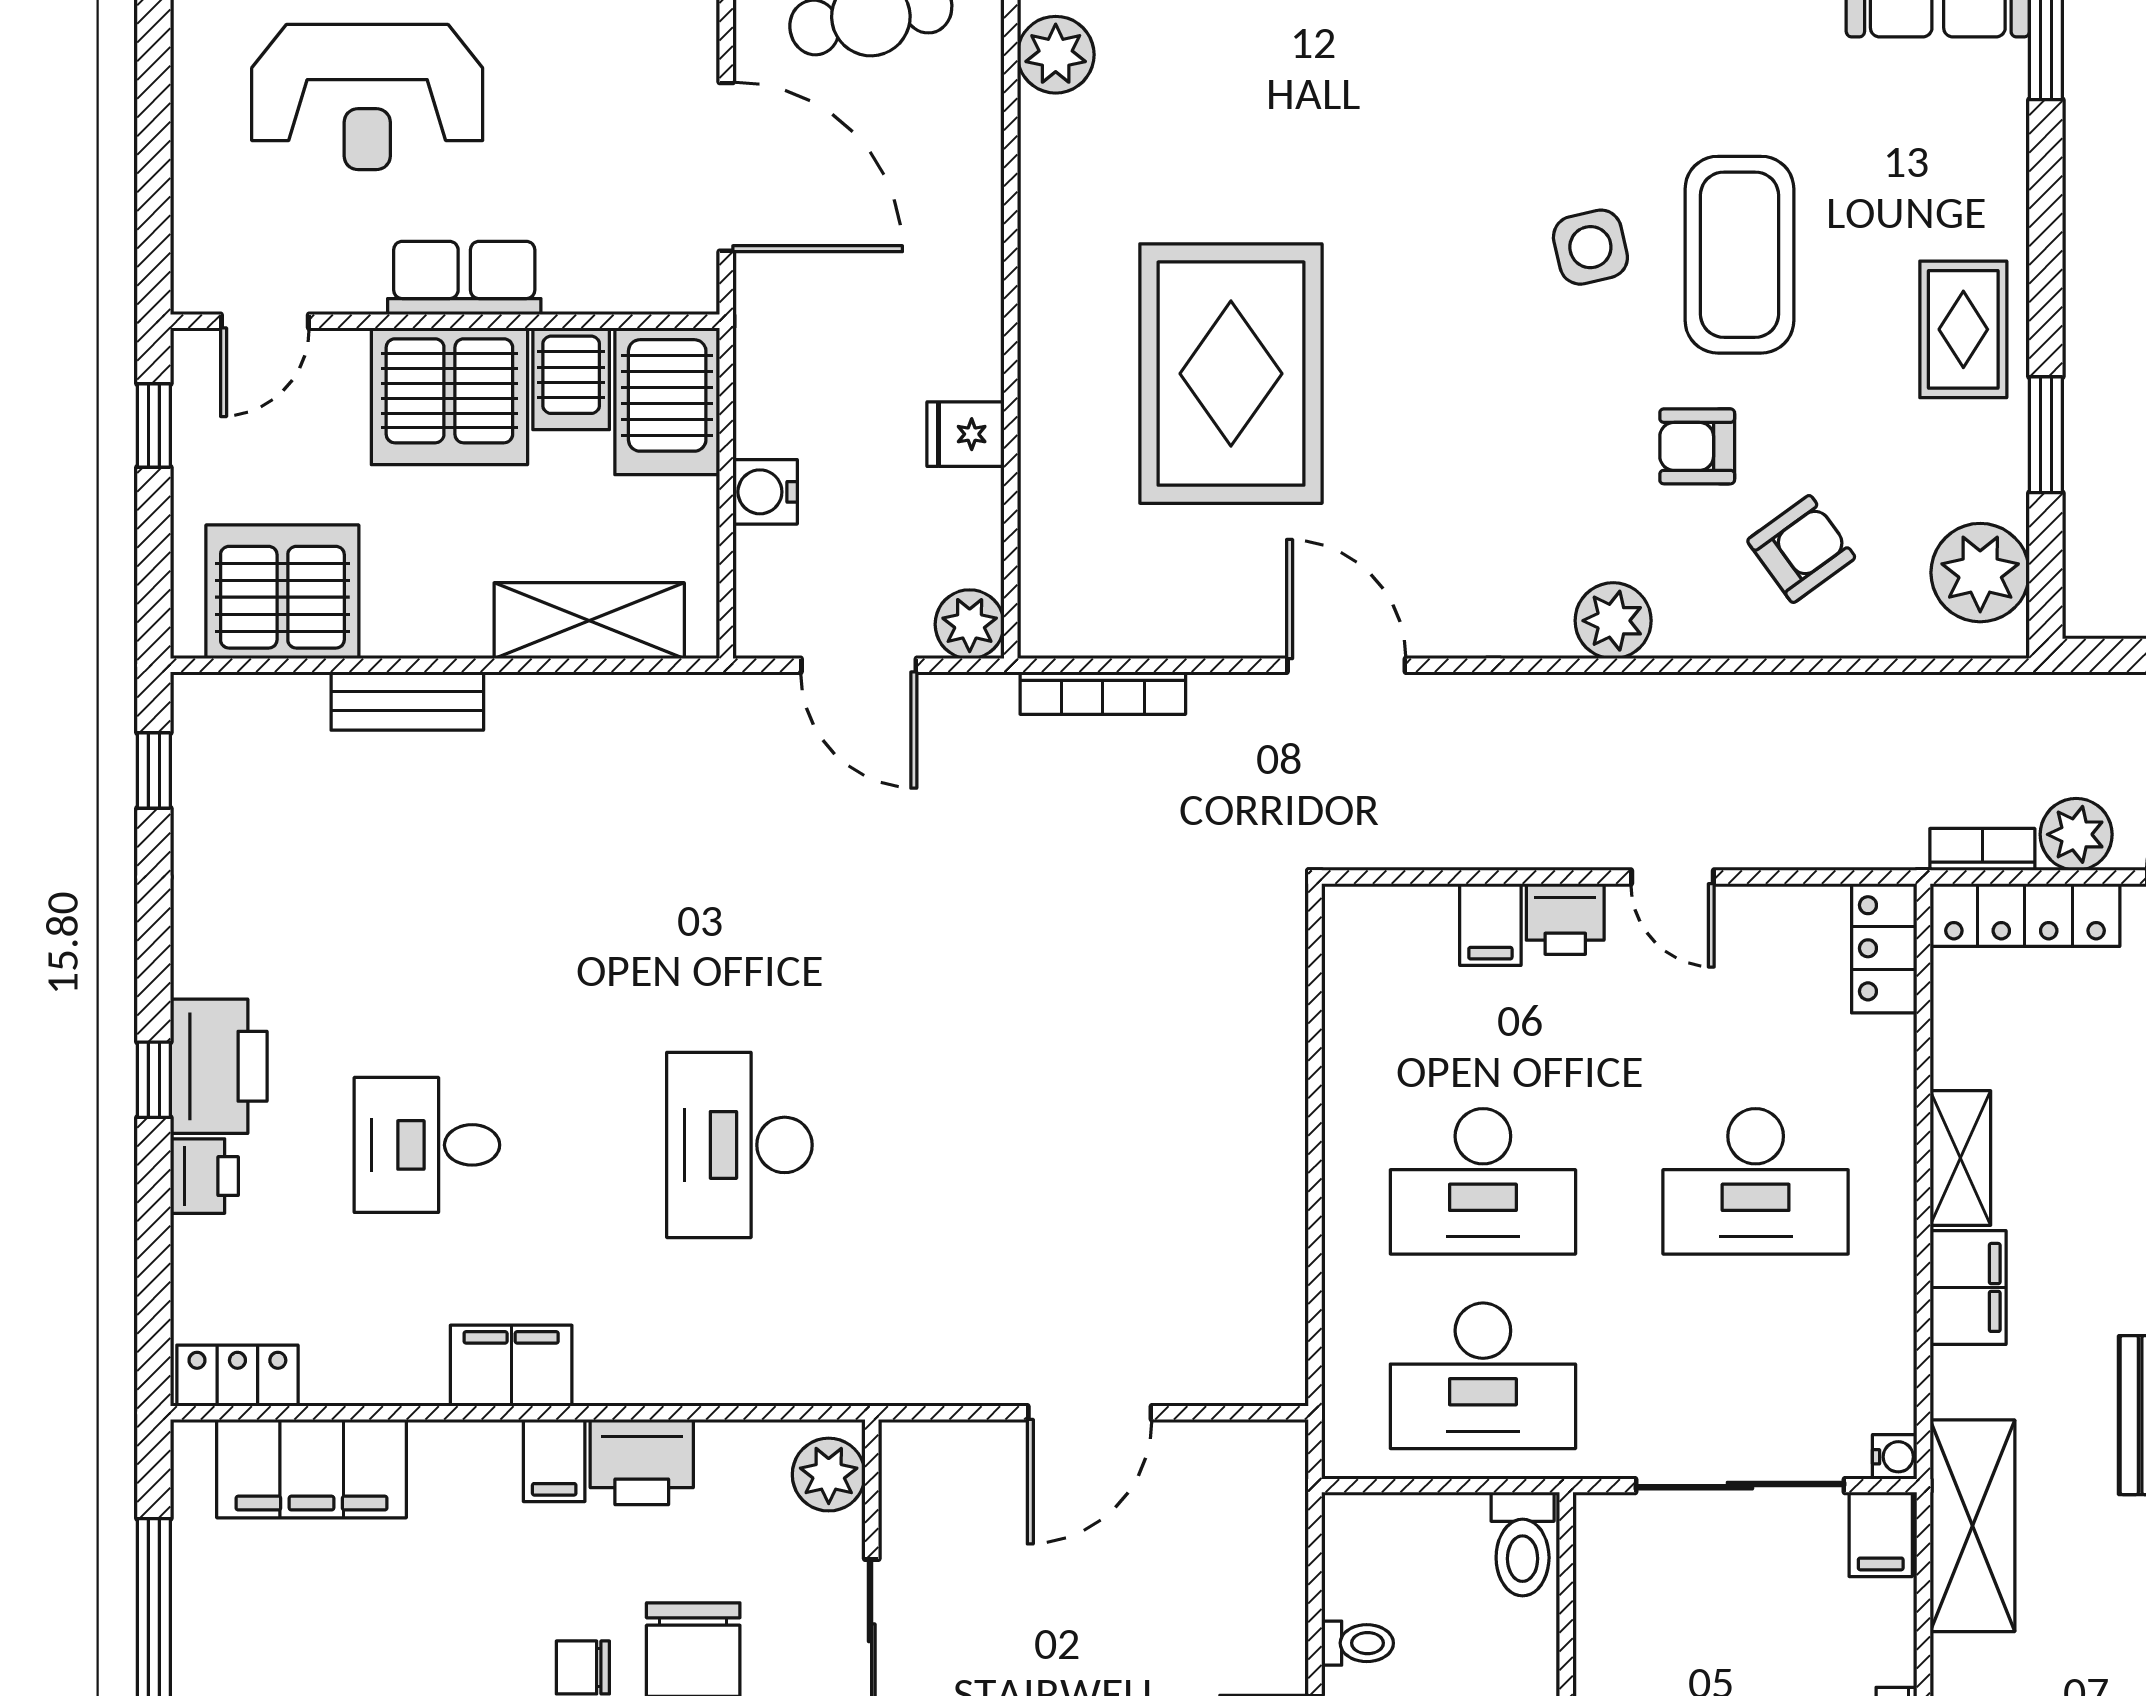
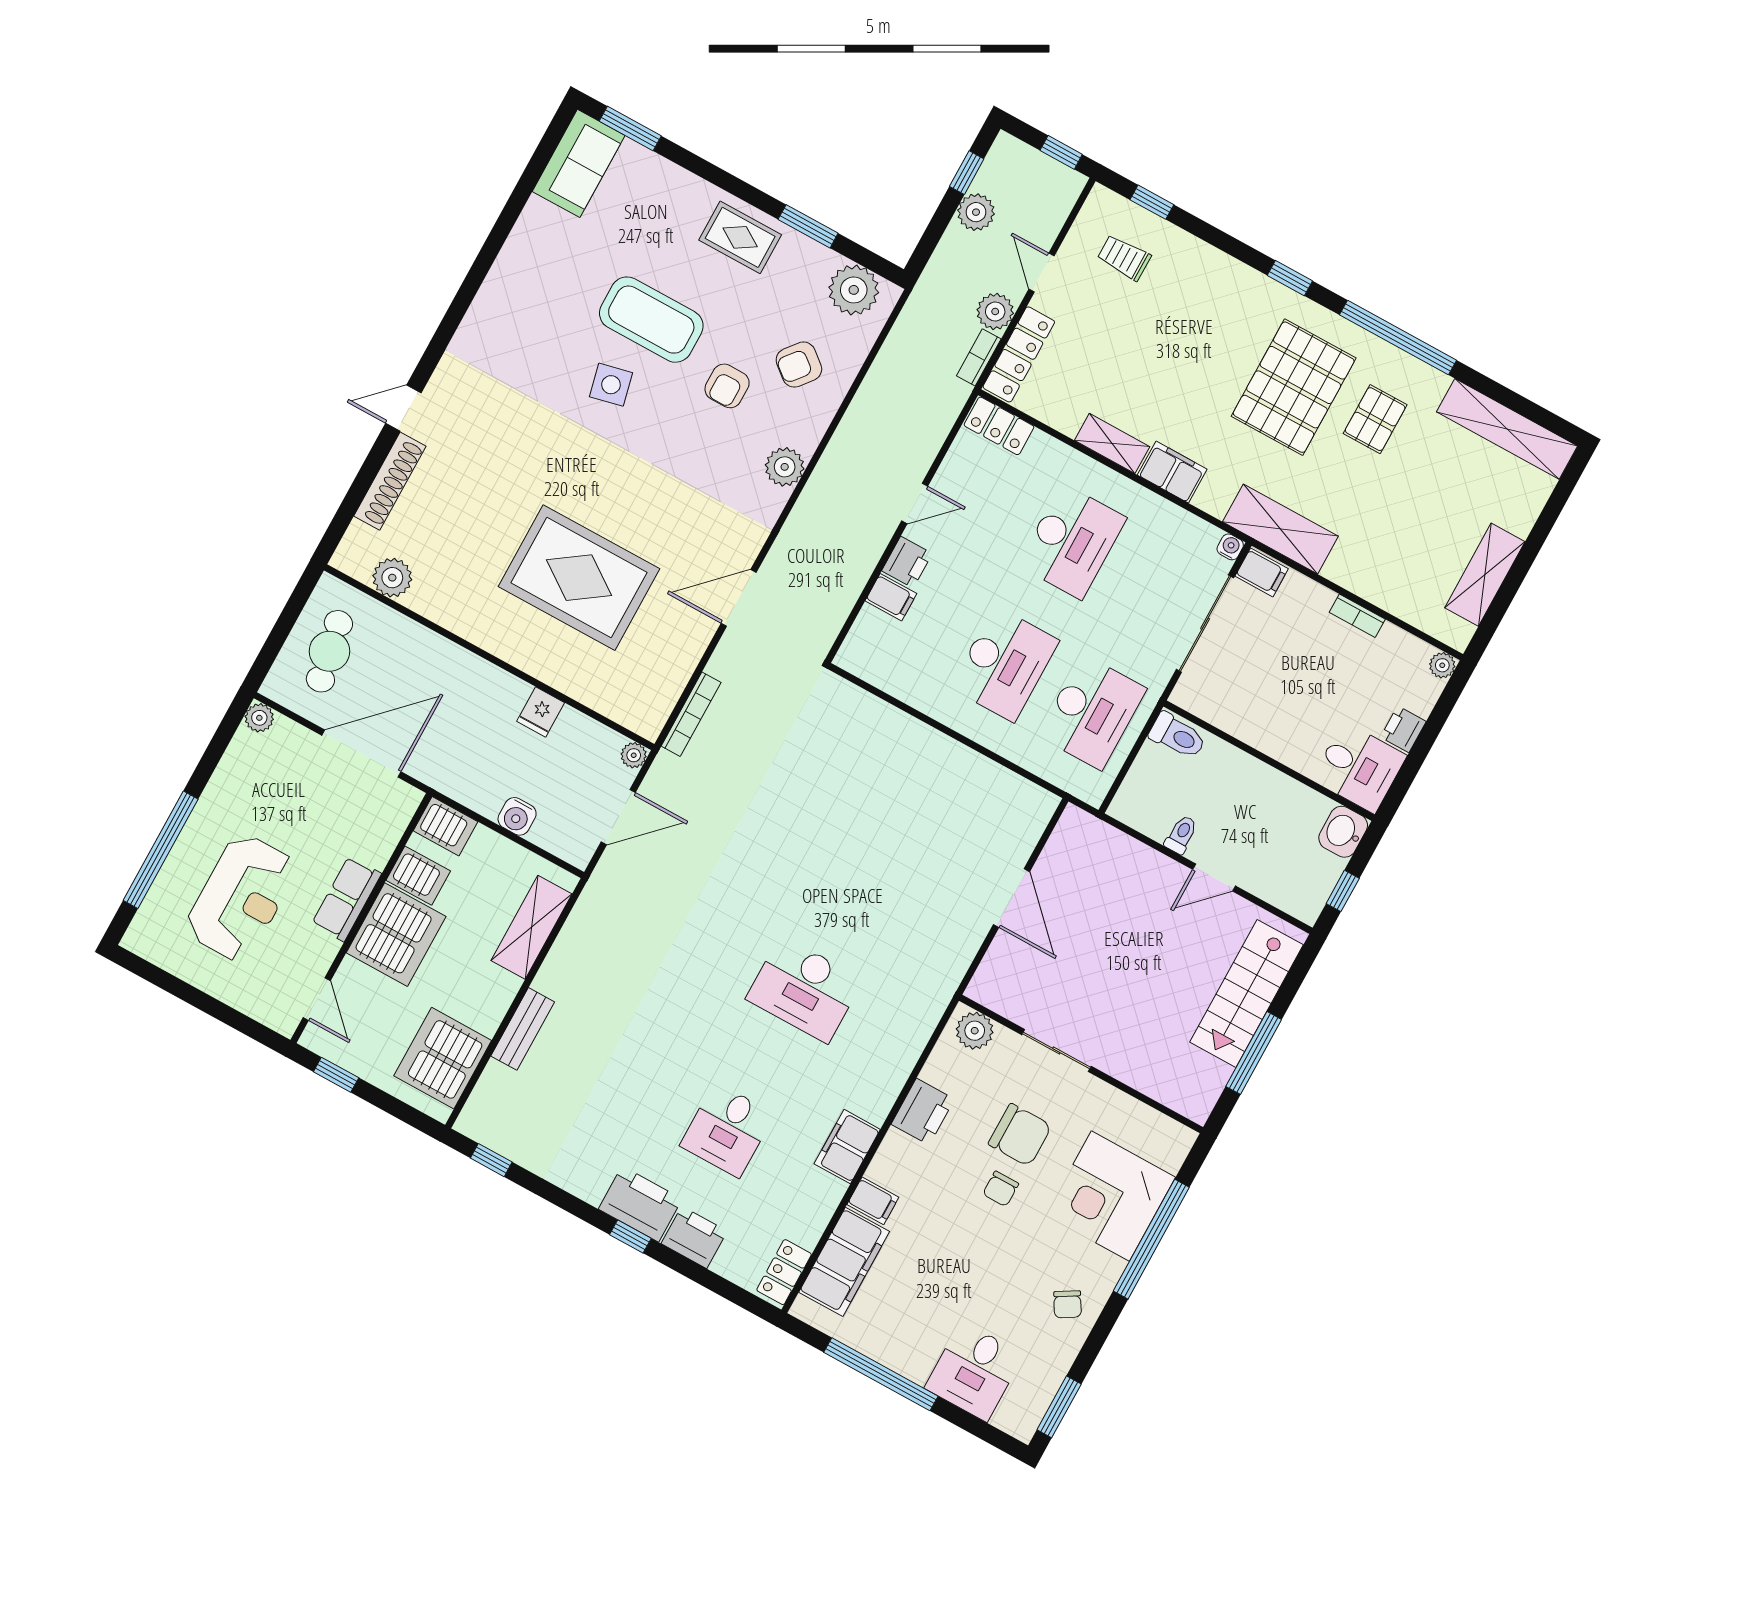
server rack: (667, 401) -> (446, 826), width x0.73, depth x0.70
armchair: (1801, 549) -> (799, 365), turned -105
plant: (970, 624) -> (634, 755), width x0.73, depth x0.73
printer: (204, 1176) -> (694, 1237), width x1.36, depth x1.24
filing cabinet: (554, 1461) -> (873, 1201), moved

